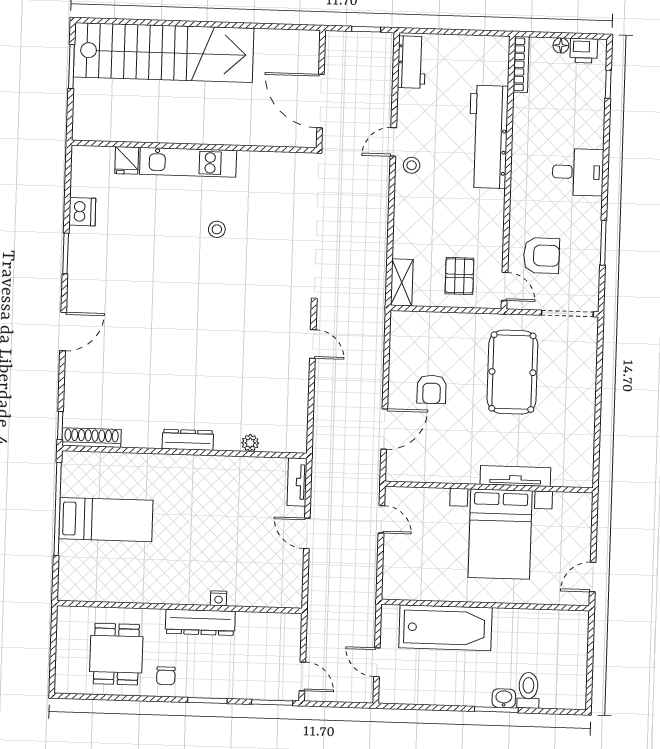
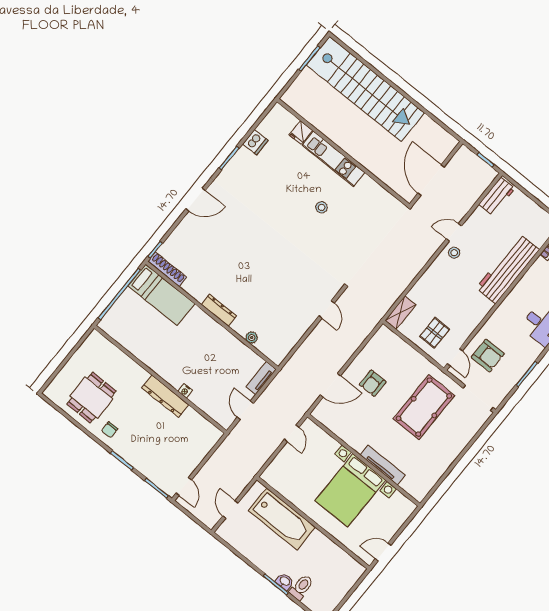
bed: (106, 520) -> (161, 295), moved
nightstand: (219, 598) -> (185, 391), moved
wall: (180, 607) -> (160, 379), moved
dresser: (200, 622) -> (165, 396), moved

